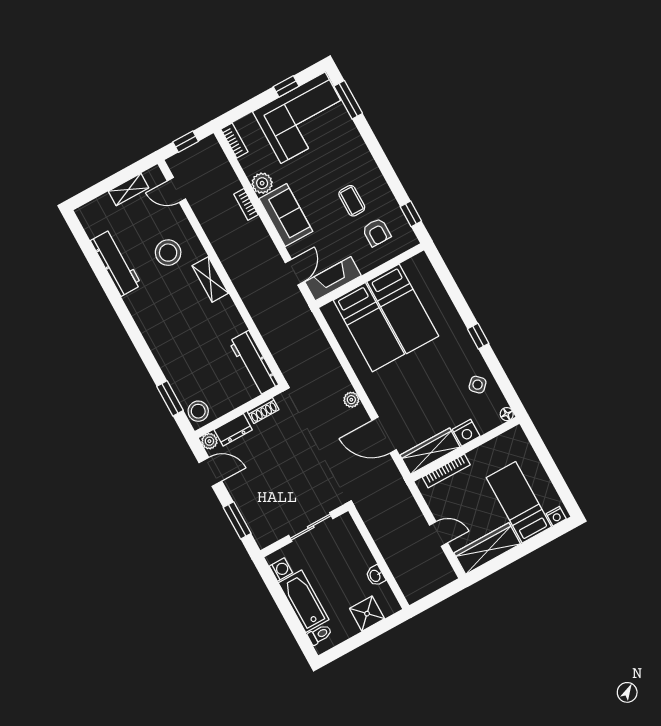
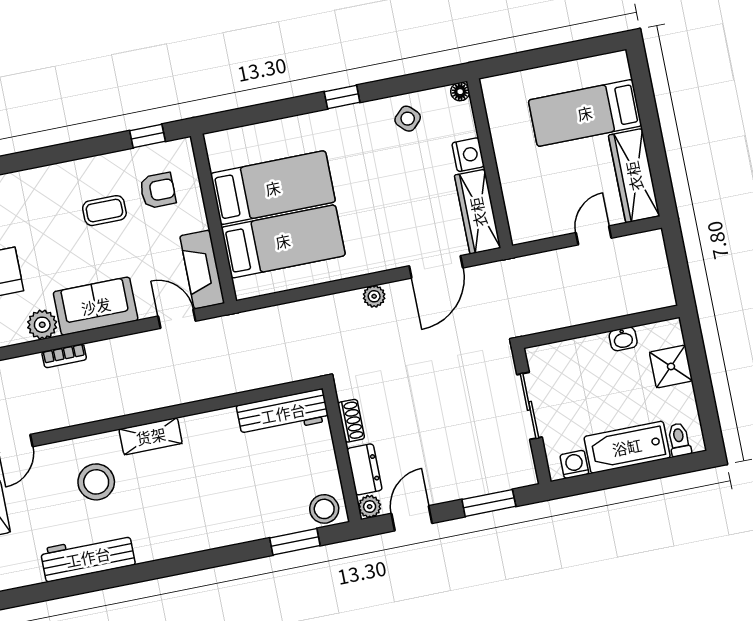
bookcase: (446, 471) -> (511, 198), removed
nightstand: (556, 516) -> (620, 68), removed

